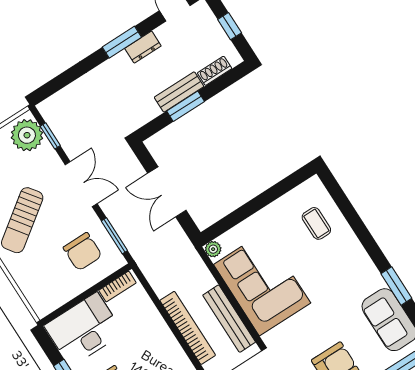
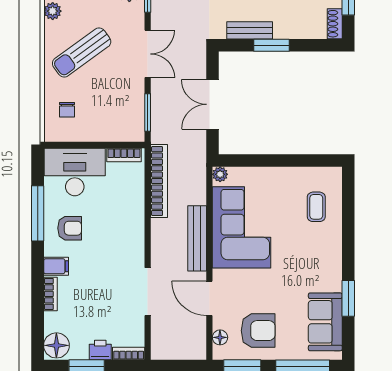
shoe rack: (215, 71) -> (335, 24), moved, turned -90
bench: (179, 92) -> (250, 30), moved
chair: (83, 252) -> (67, 110), moved, width x0.54, depth x0.54
bookcase: (188, 328) -> (159, 181), moved

